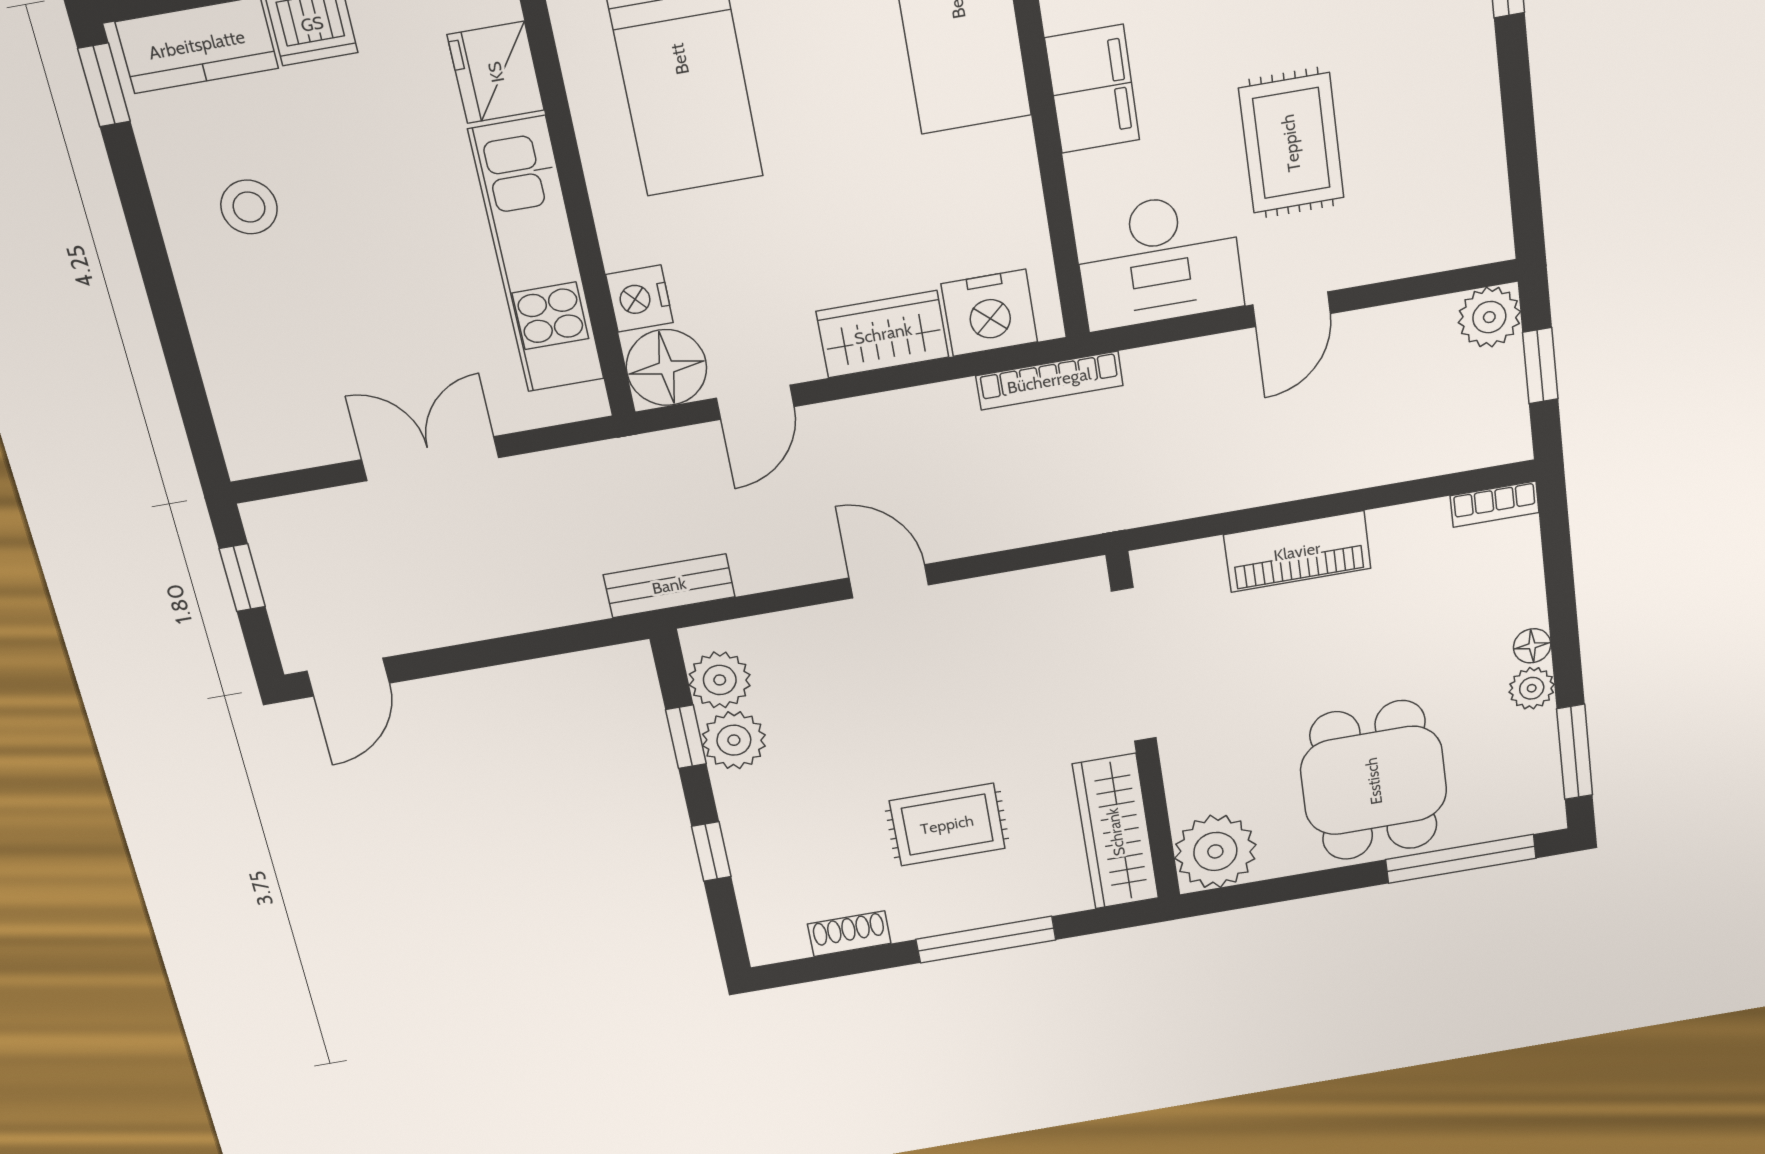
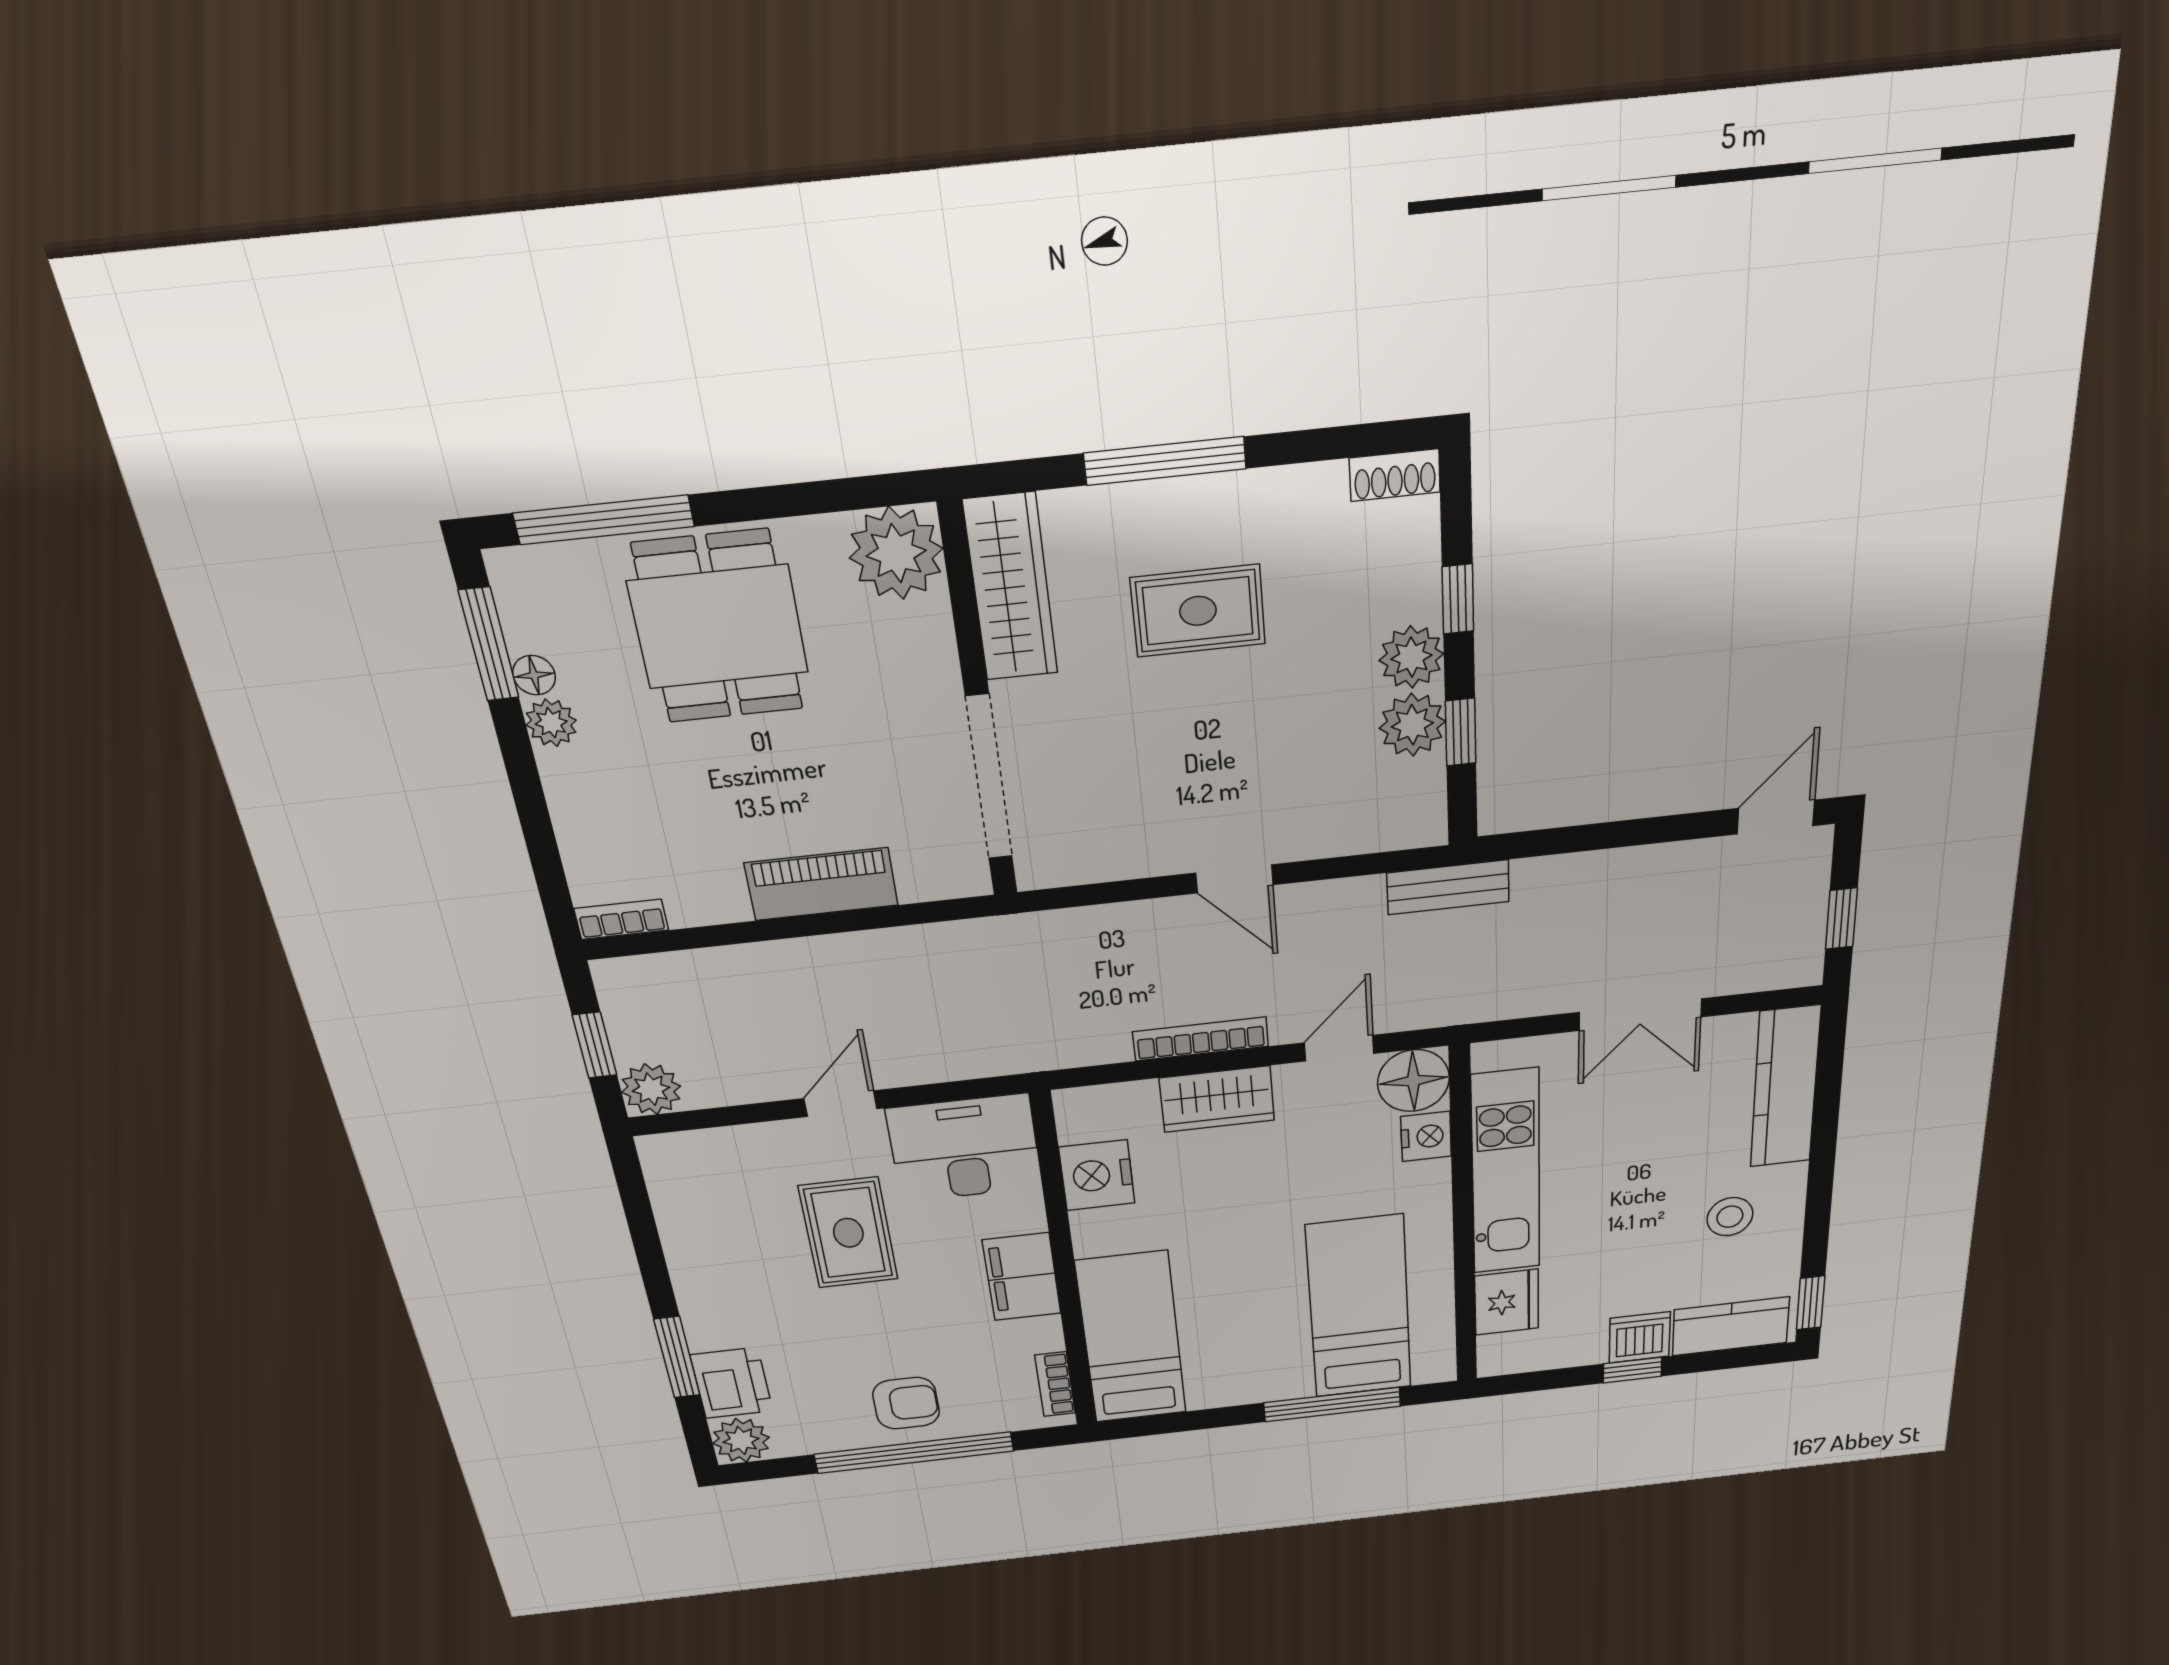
nightstand: (989, 313) -> (1097, 1175), moved, turned -90
kitchen counter: (238, 381) -> (1785, 1087), added
bookcase: (1049, 381) -> (1201, 1039), moved
floor lamp: (1532, 646) -> (534, 675), moved
plant: (720, 680) -> (1411, 657), moved
shoe rack: (849, 934) -> (1395, 475), moved

